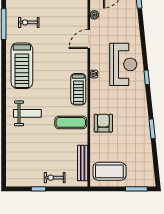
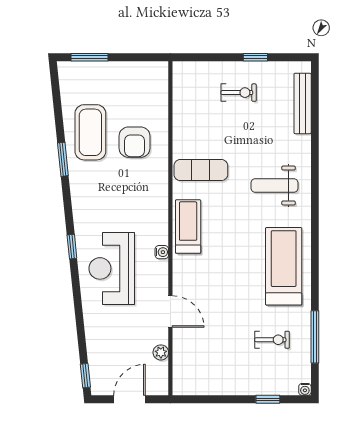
door: (89, 39) -> (170, 312), hinge flipped
armchair: (103, 123) -> (135, 142), moved
bench: (83, 163) -> (303, 103), moved
coffee table: (109, 171) -> (90, 132), moved, turned 90
exercise bike: (55, 178) -> (239, 93), moved

